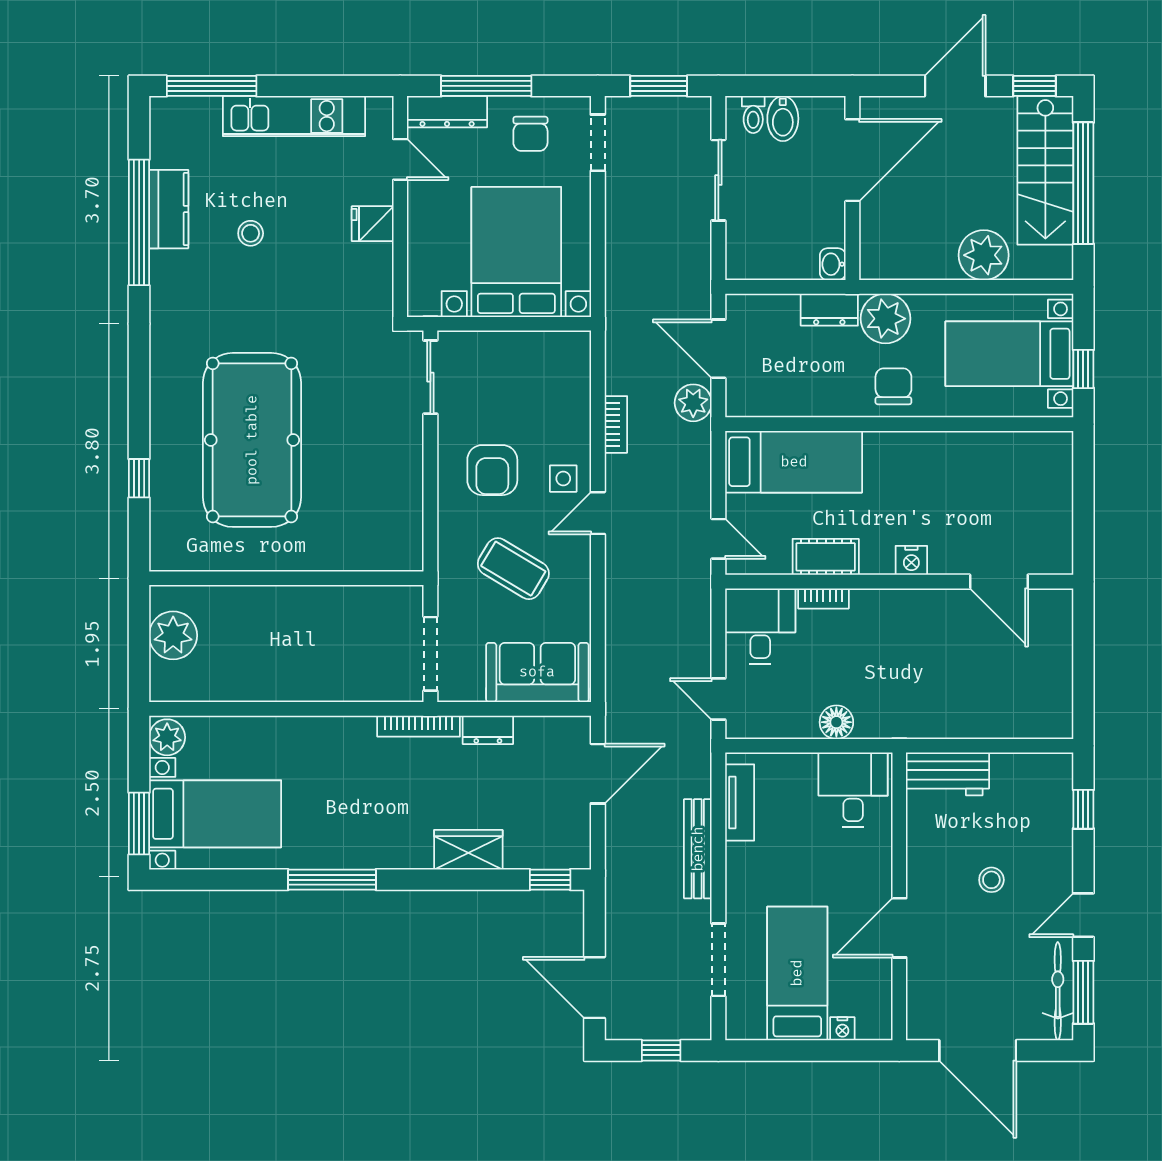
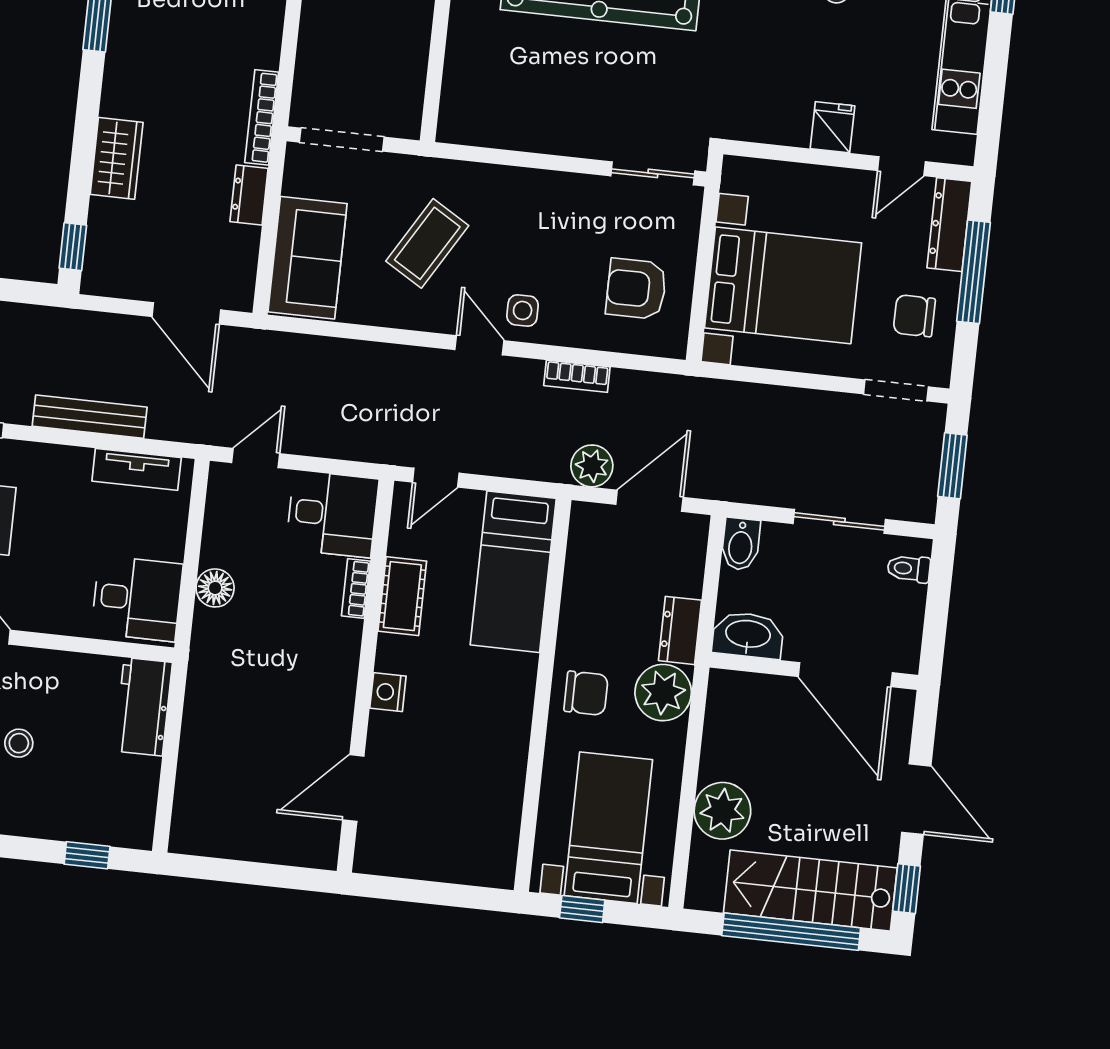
bidet: (783, 119) -> (741, 544), moved, turned -90
washbasin: (833, 264) -> (748, 635), width x1.91, depth x1.45
armchair: (492, 470) -> (636, 289), moved

